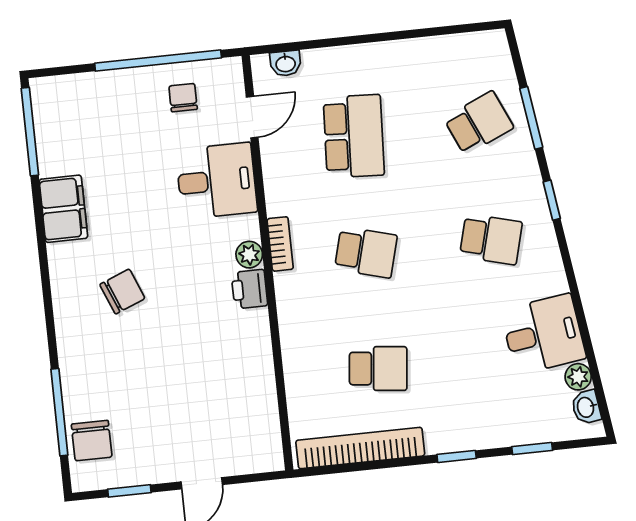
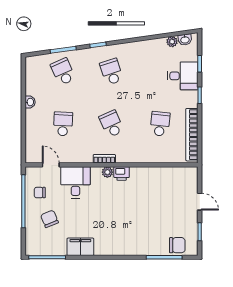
washbasin: (285, 63) -> (30, 102), moved
school desk: (354, 136) -> (63, 124), width x0.54
school desk: (491, 239) -> (111, 72), turned -33
school desk: (366, 252) -> (111, 124), turned -39
chair: (122, 291) -> (49, 219), moved
desk: (543, 334) -> (183, 76), moved, turned 98

